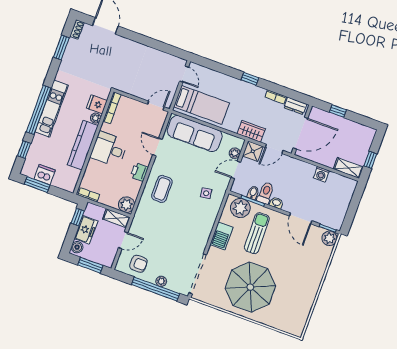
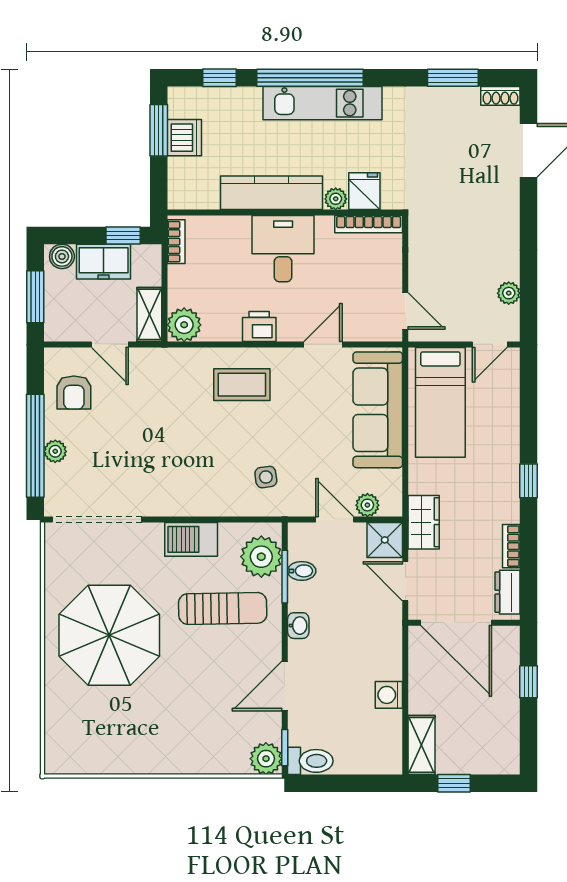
plant: (165, 57) -> (509, 293), added
toilet: (266, 193) -> (310, 761), moved

